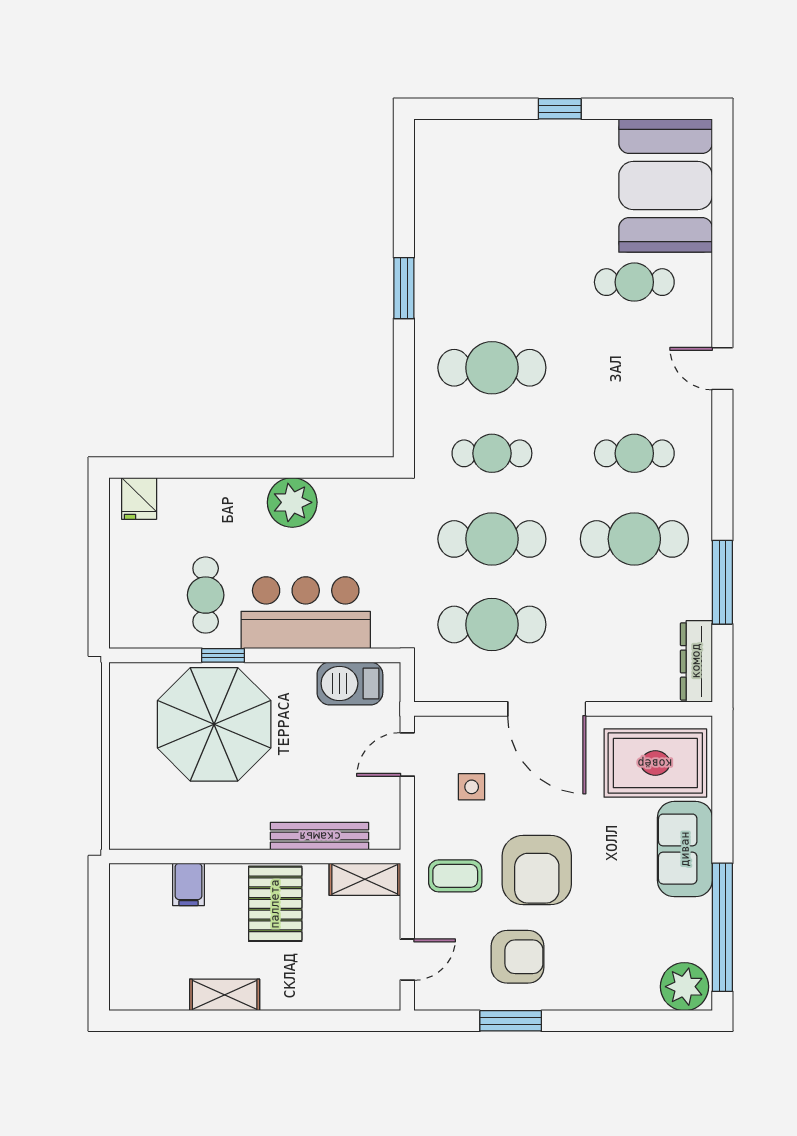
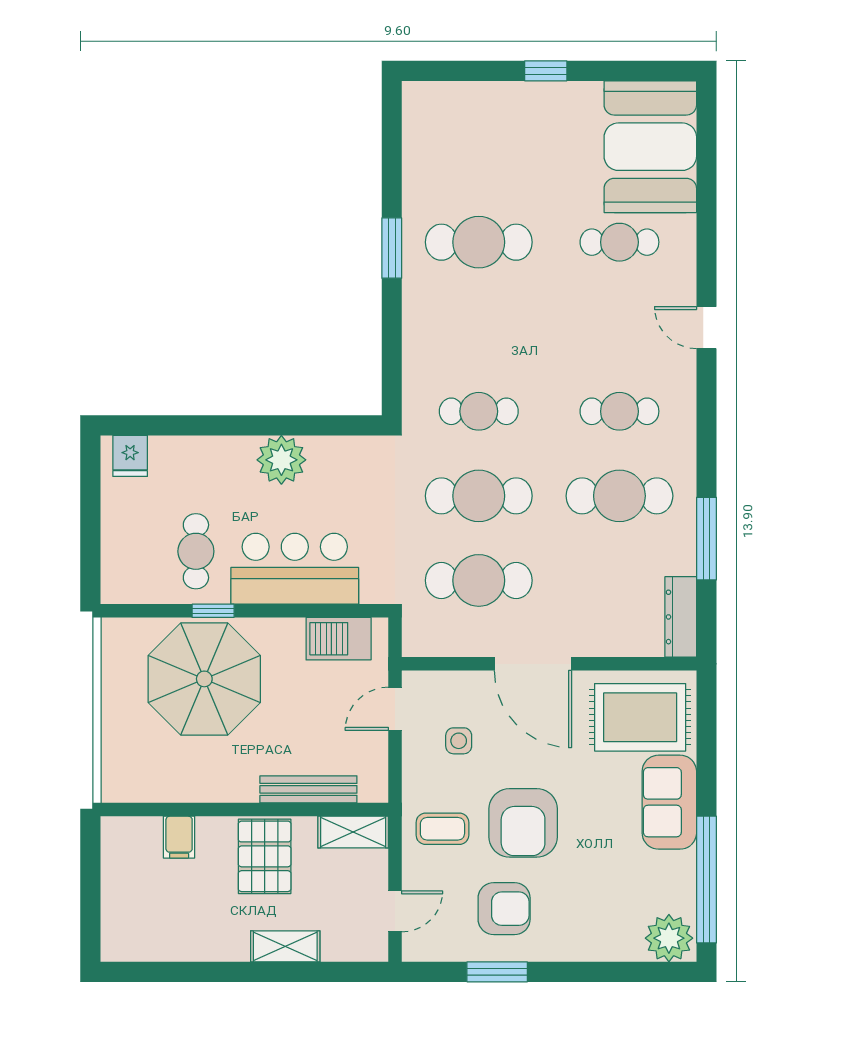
cafe table: (492, 368) -> (479, 242), moved
shelving: (225, 995) -> (285, 946), moved

